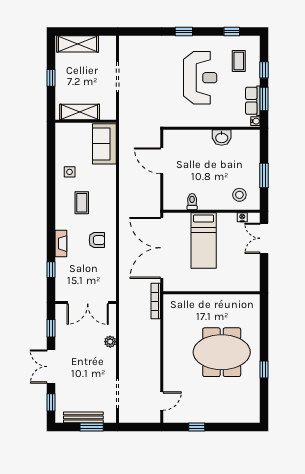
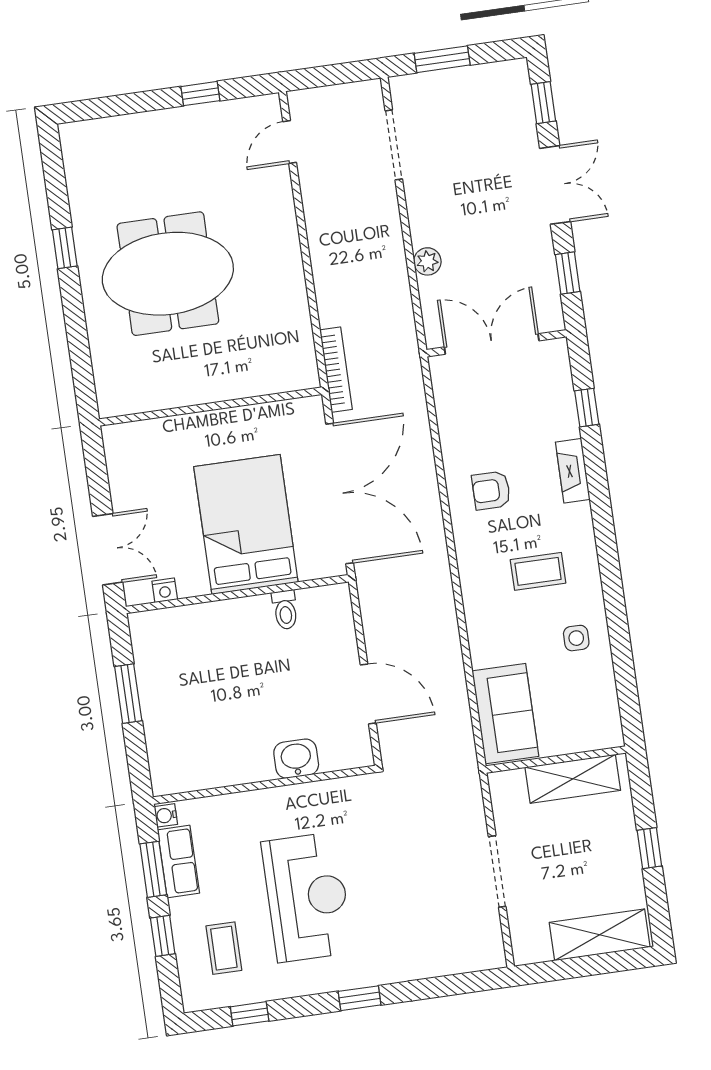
reception desk: (200, 78) -> (307, 897), turned 180
washbasin: (222, 137) -> (296, 759), moved
stool: (239, 195) -> (178, 641), removed
coffee table: (82, 203) -> (538, 571), turned 90
bed: (204, 240) -> (246, 524), width x1.50
bench: (83, 417) -> (464, 79), removed

